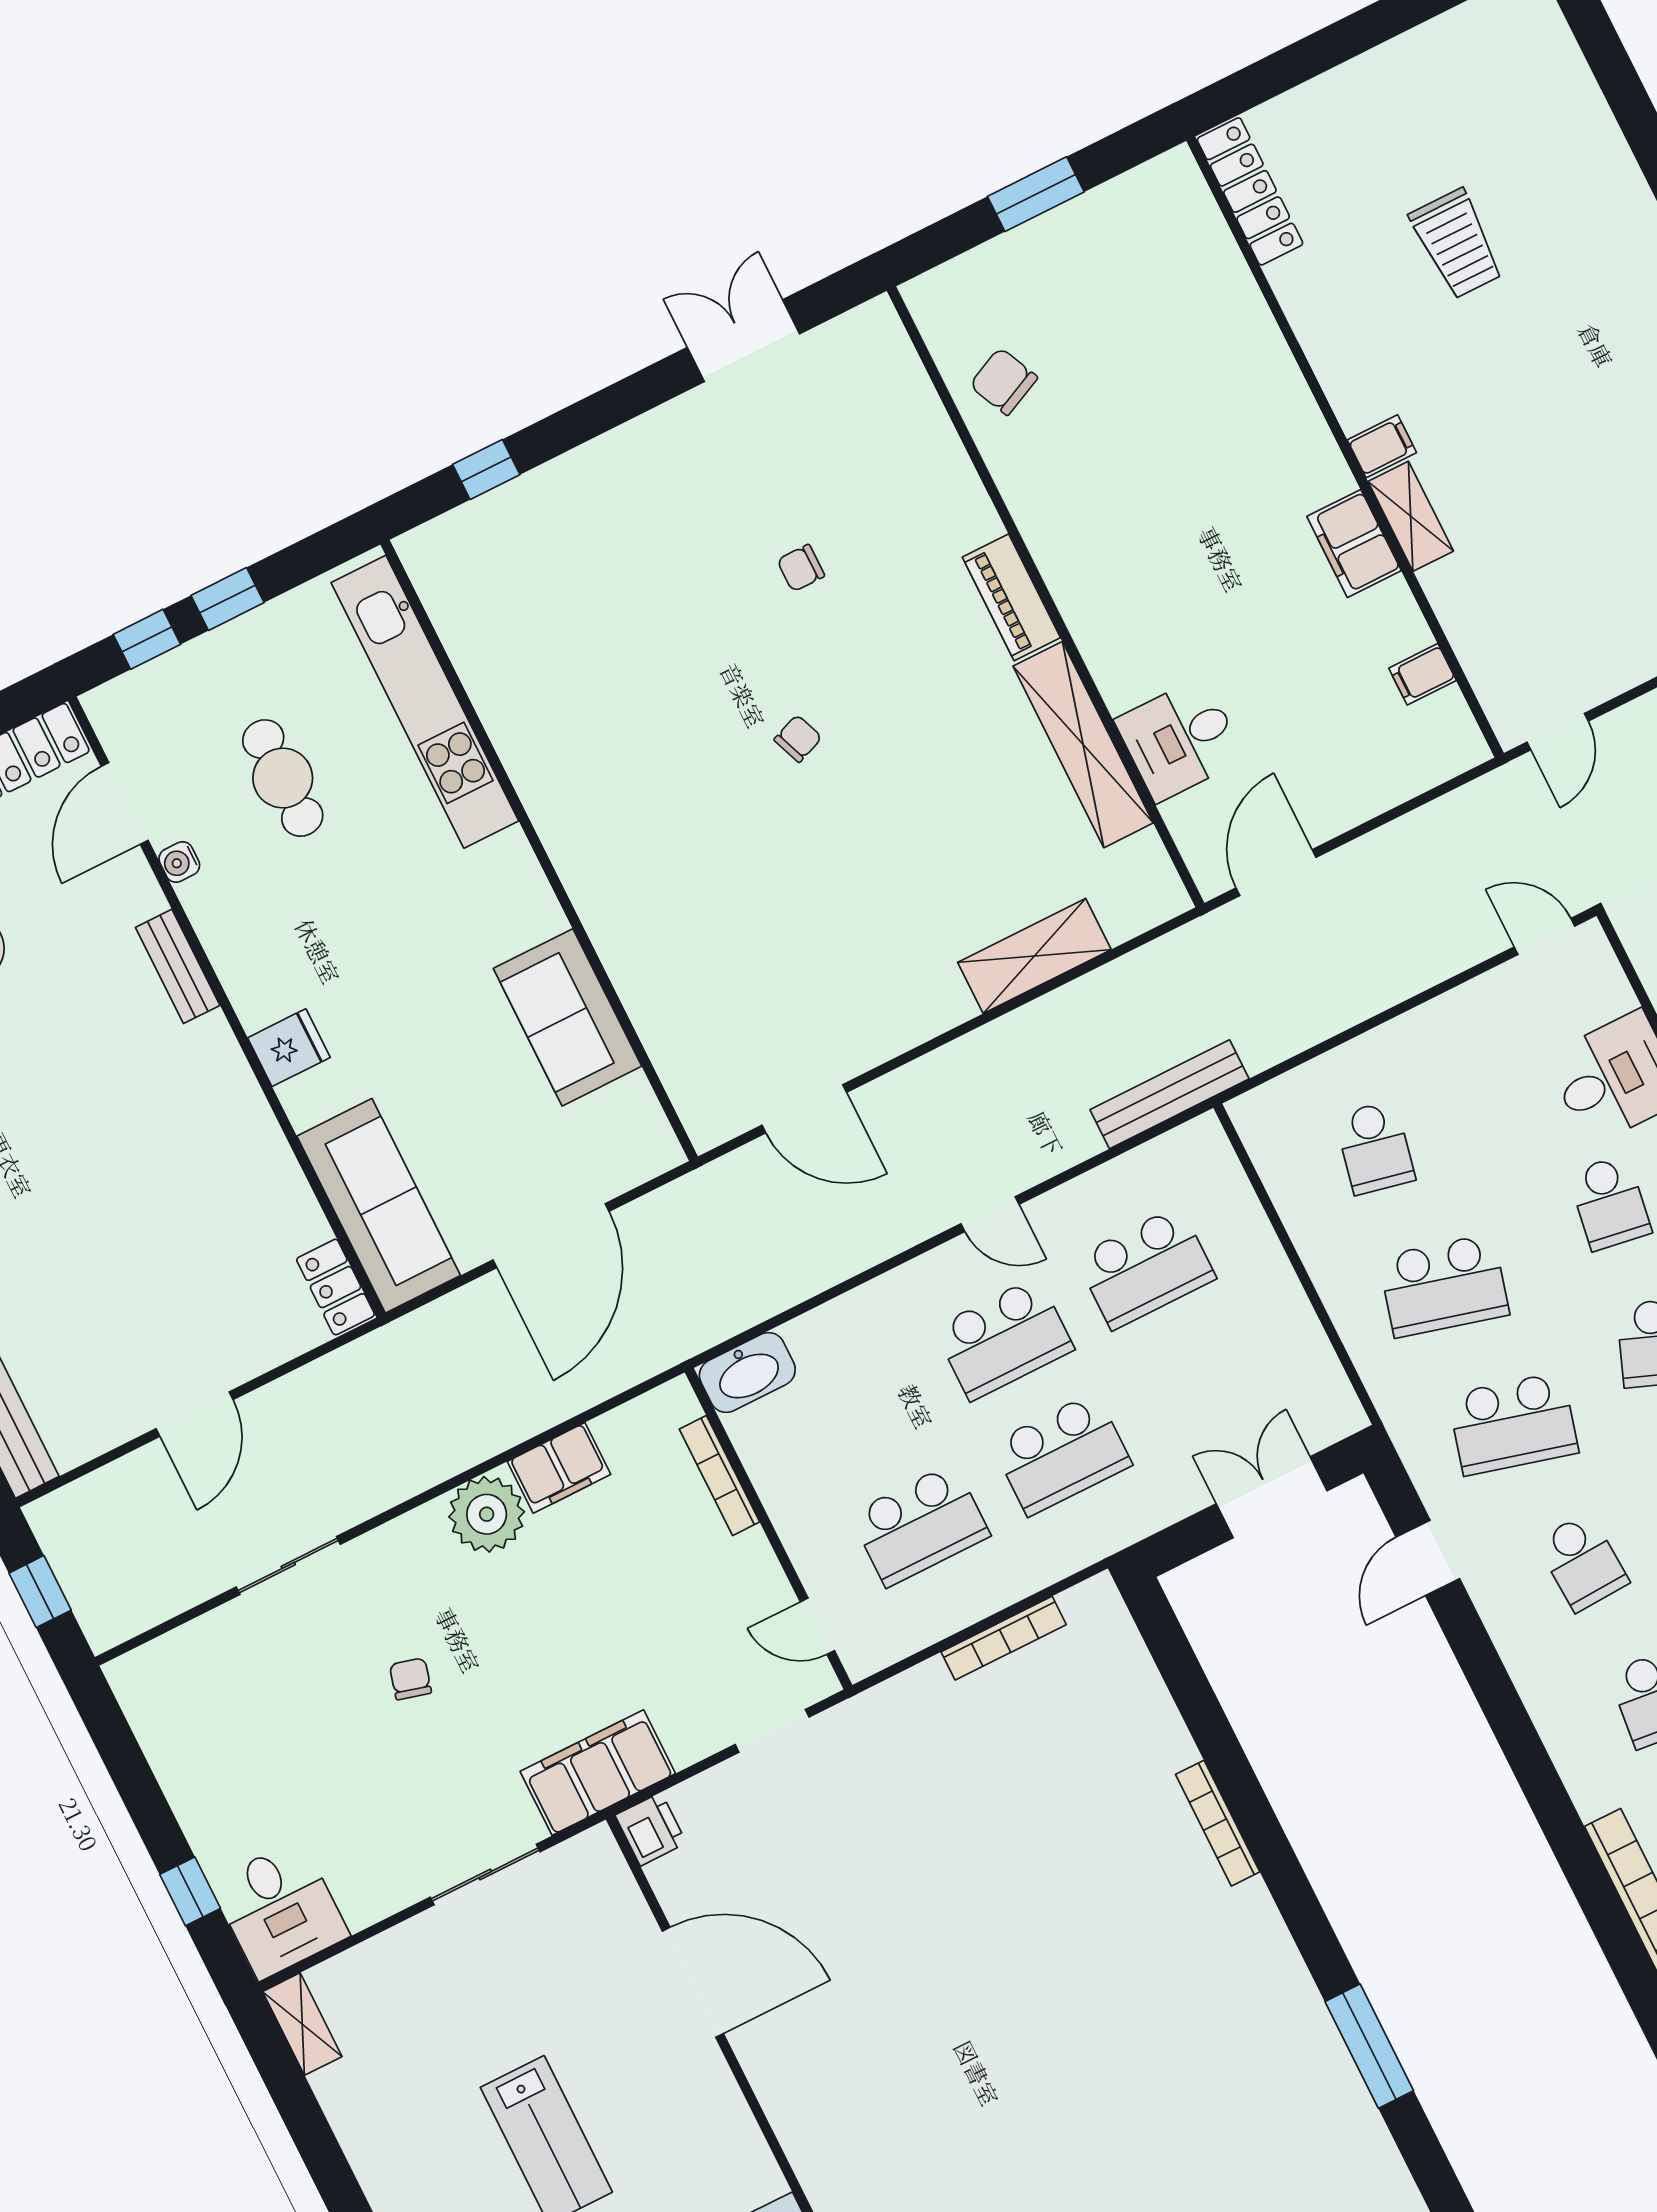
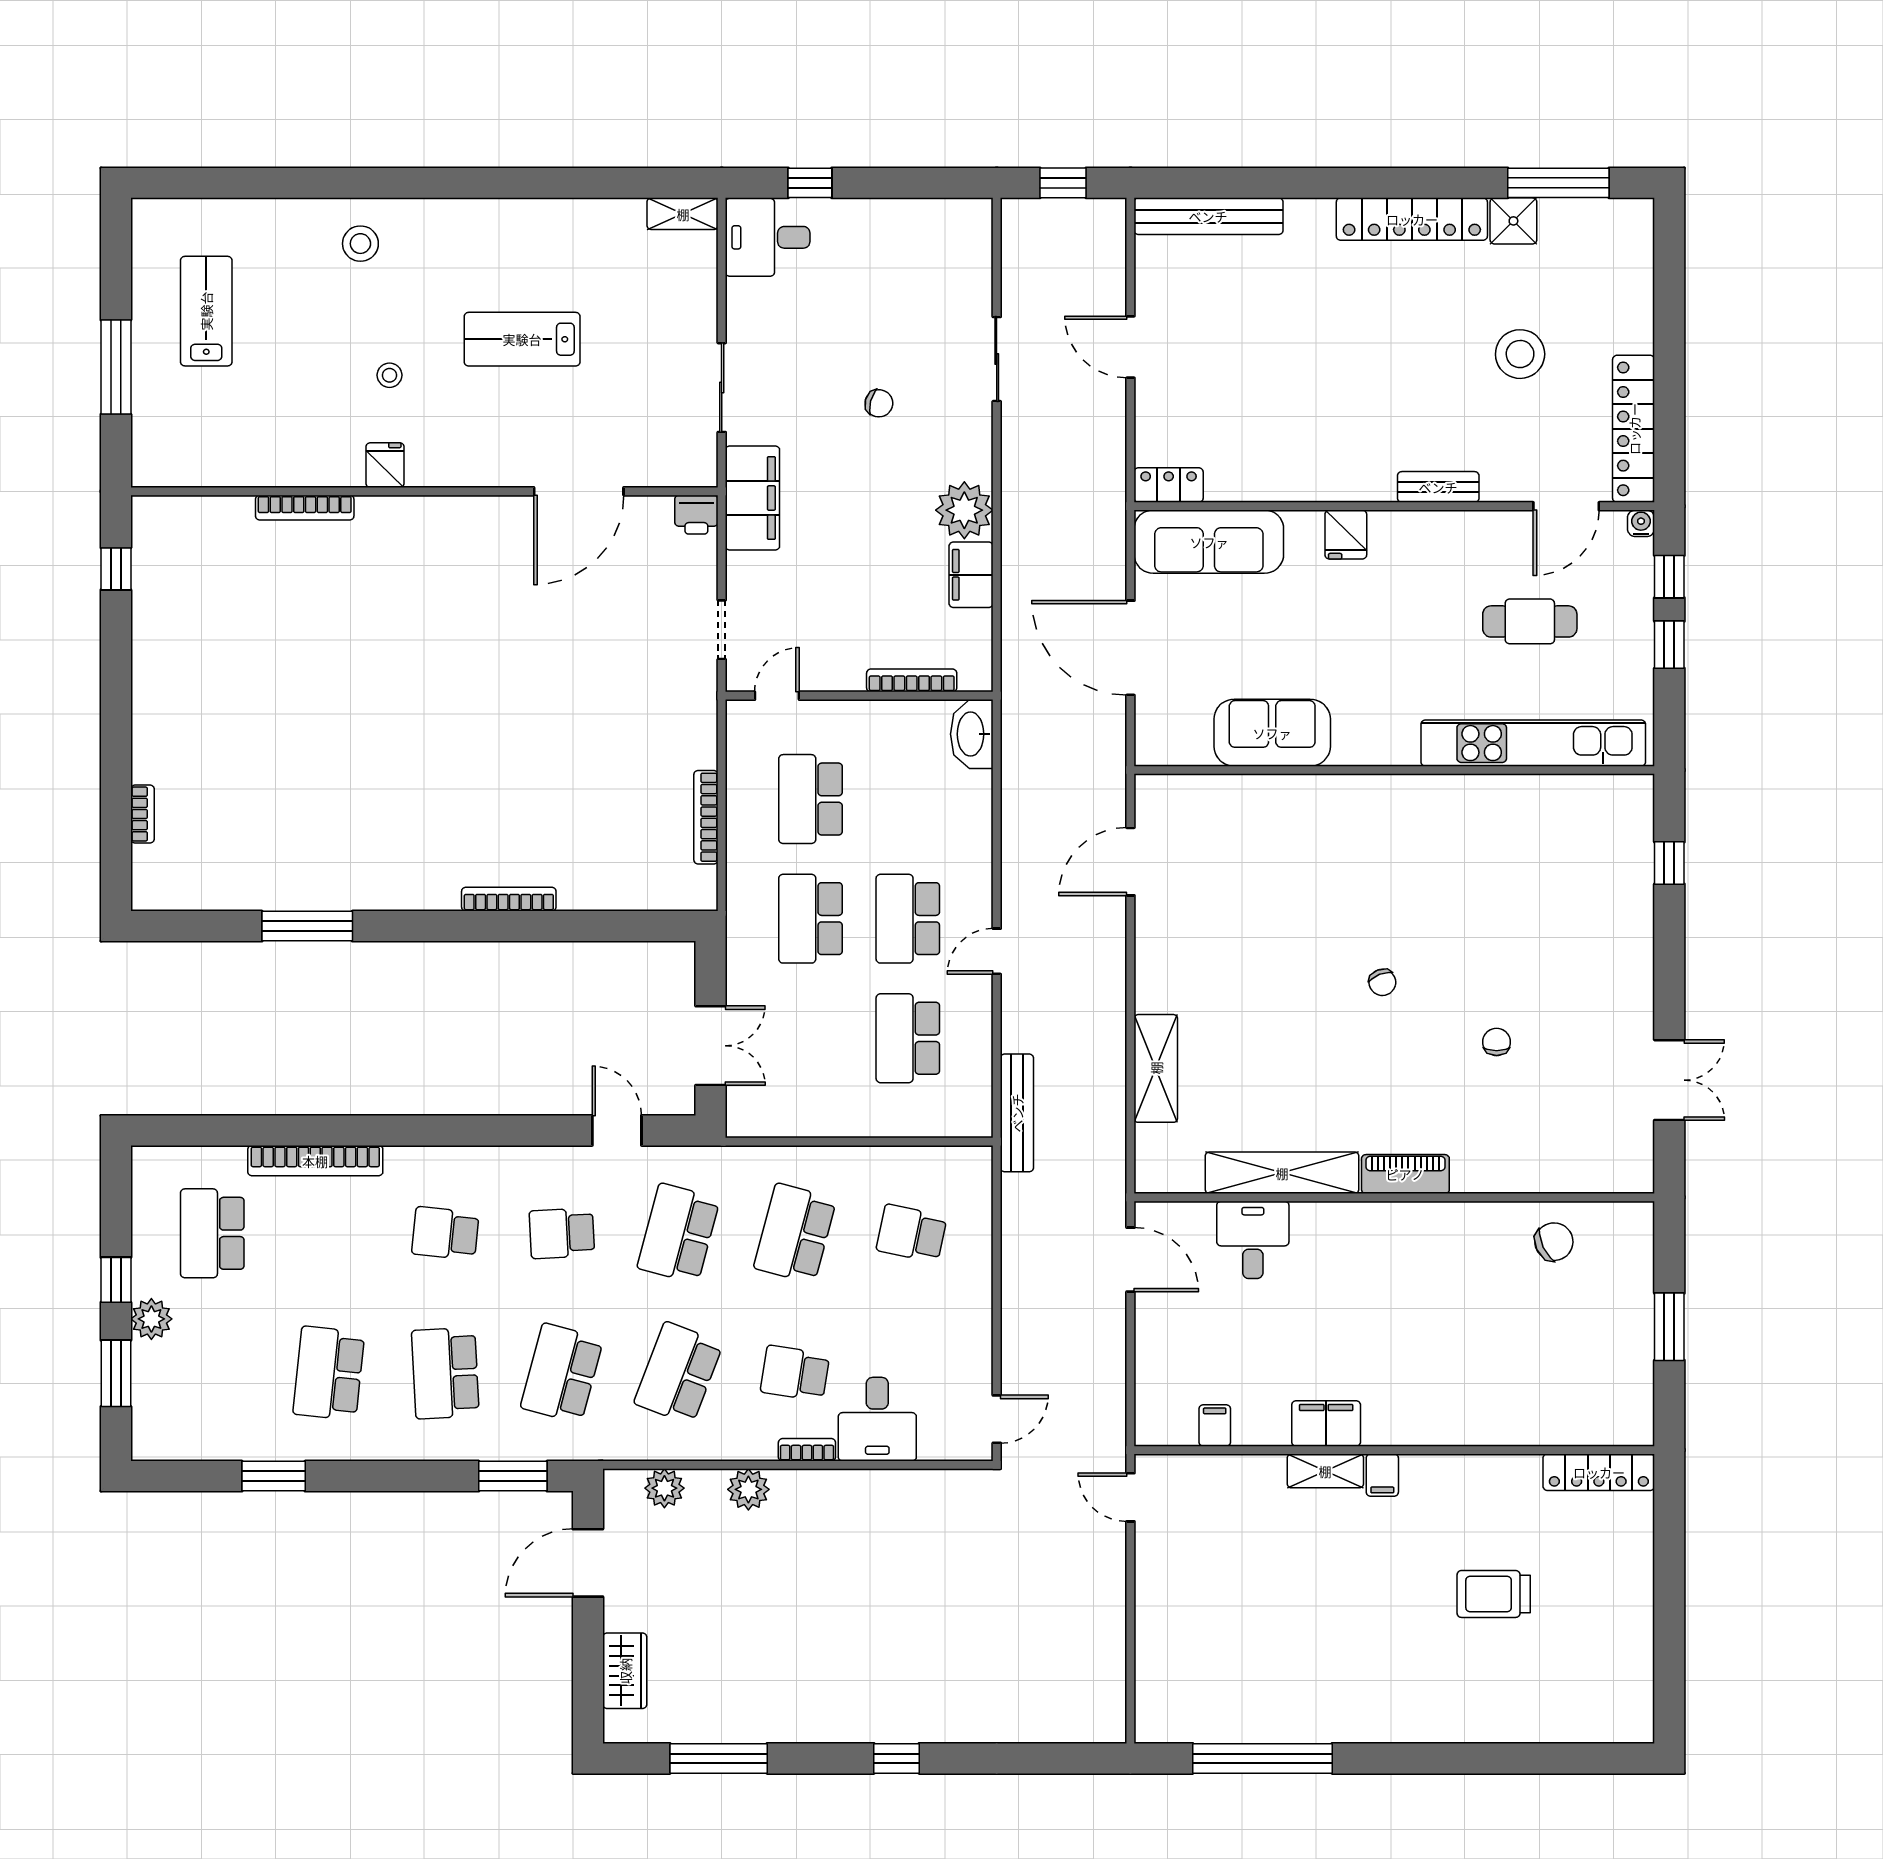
door: (125, 803) -> (1566, 506), swing flipped
water cooler: (179, 862) -> (1641, 523), moved

